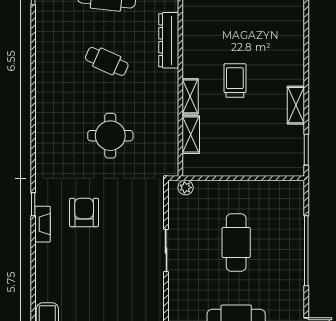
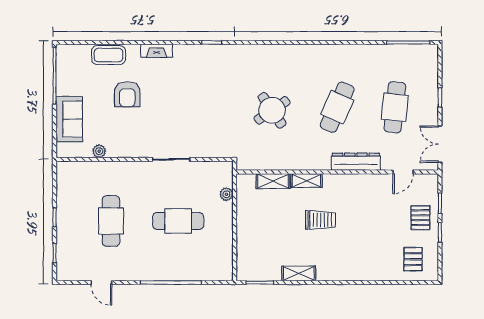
cafe table: (107, 61) -> (337, 107), width x1.37, depth x1.35
round table: (110, 136) -> (272, 110), turned -34
plant: (186, 188) -> (226, 194), moved
armchair: (84, 212) -> (127, 94), moved, turned 90
fireplace: (43, 224) -> (157, 51), moved

